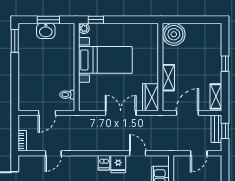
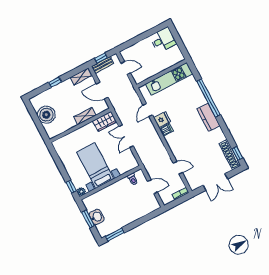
boiler: (174, 34) -> (46, 115), moved

